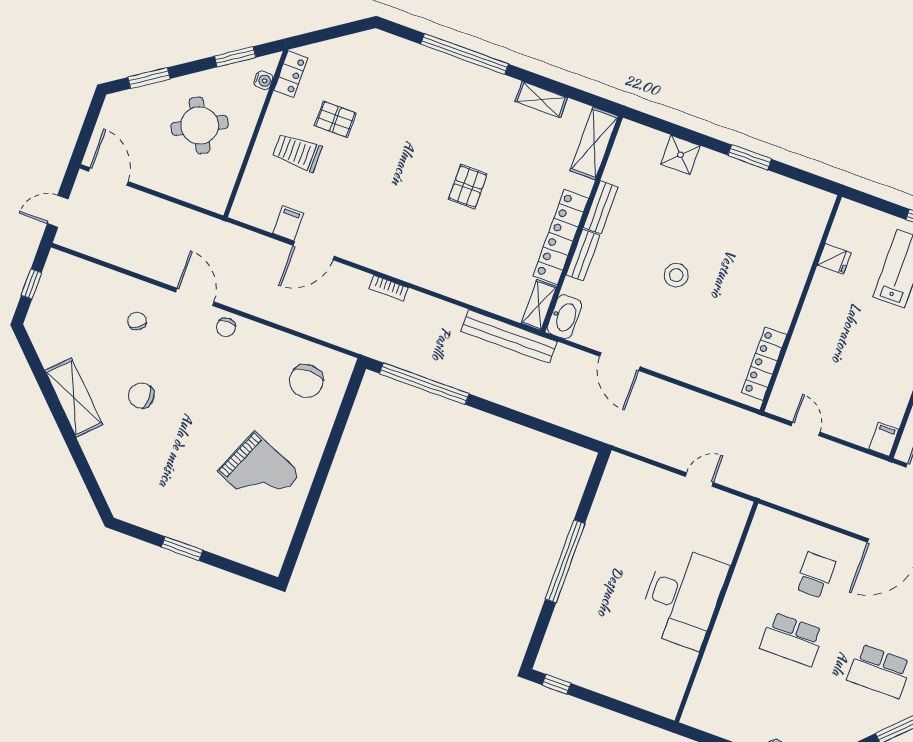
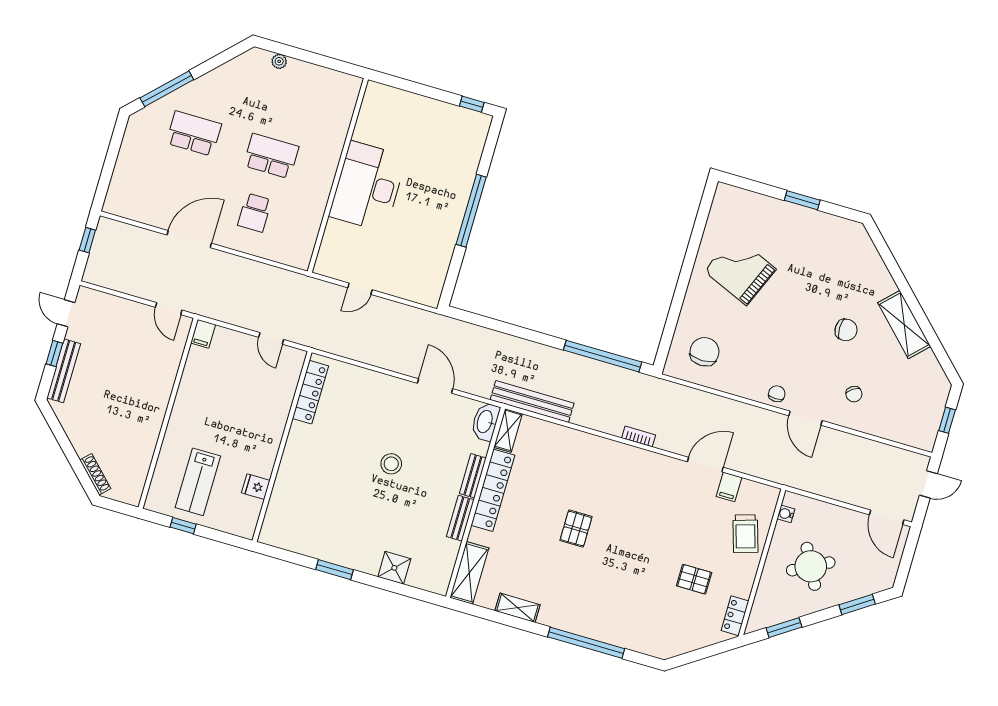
water cooler: (263, 80) -> (786, 514), moved
trolley: (297, 152) -> (746, 534), moved, turned 73

